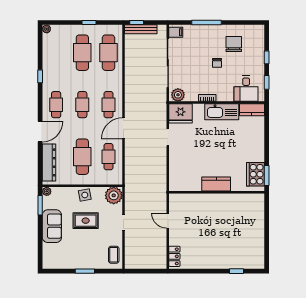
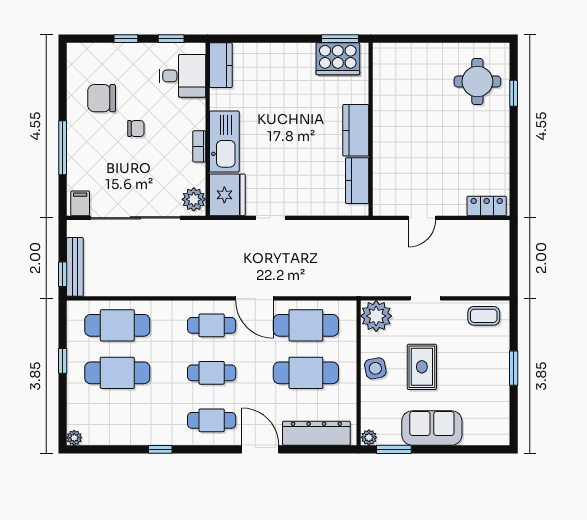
kitchen sink: (222, 112) -> (224, 142), moved
cafe table: (109, 157) -> (306, 325), width x1.37, depth x1.35
kitchen counter: (188, 185) -> (357, 181), added
round table: (243, 251) -> (477, 82), added

